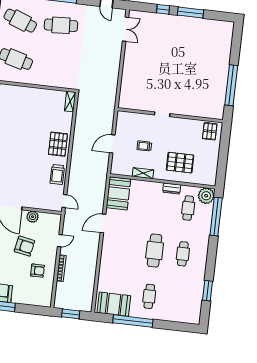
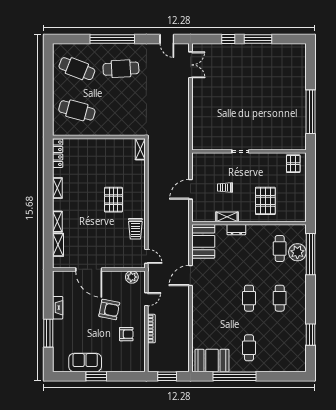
pallet: (58, 144) -> (113, 200), moved
pallet: (180, 163) -> (265, 201), turned 90
dresser: (172, 189) -> (236, 230), moved
plant: (206, 196) -> (297, 252), moved
plant: (33, 217) -> (132, 277), moved
cafe table: (155, 251) -> (249, 298), width x0.73, depth x0.74

